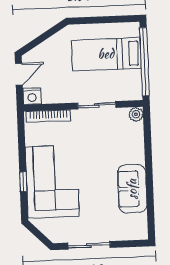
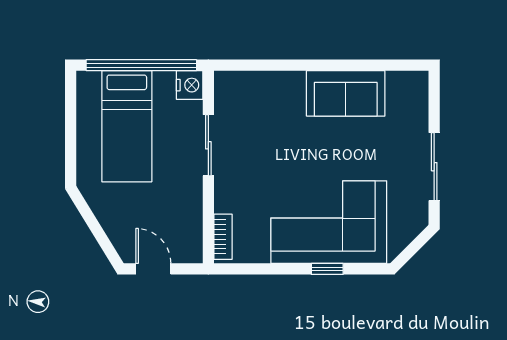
nightstand: (32, 96) -> (190, 85), moved
plant: (136, 114) -> (226, 82), removed
bookcase: (48, 116) -> (223, 237), width x0.64

